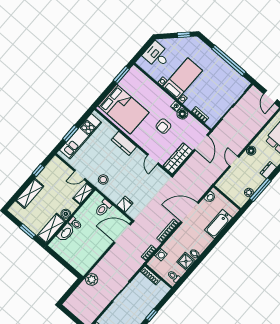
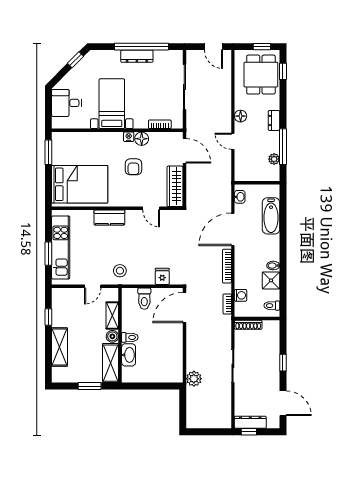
dresser: (221, 64) -> (137, 56), added
shelving: (83, 194) -> (112, 316), moved

